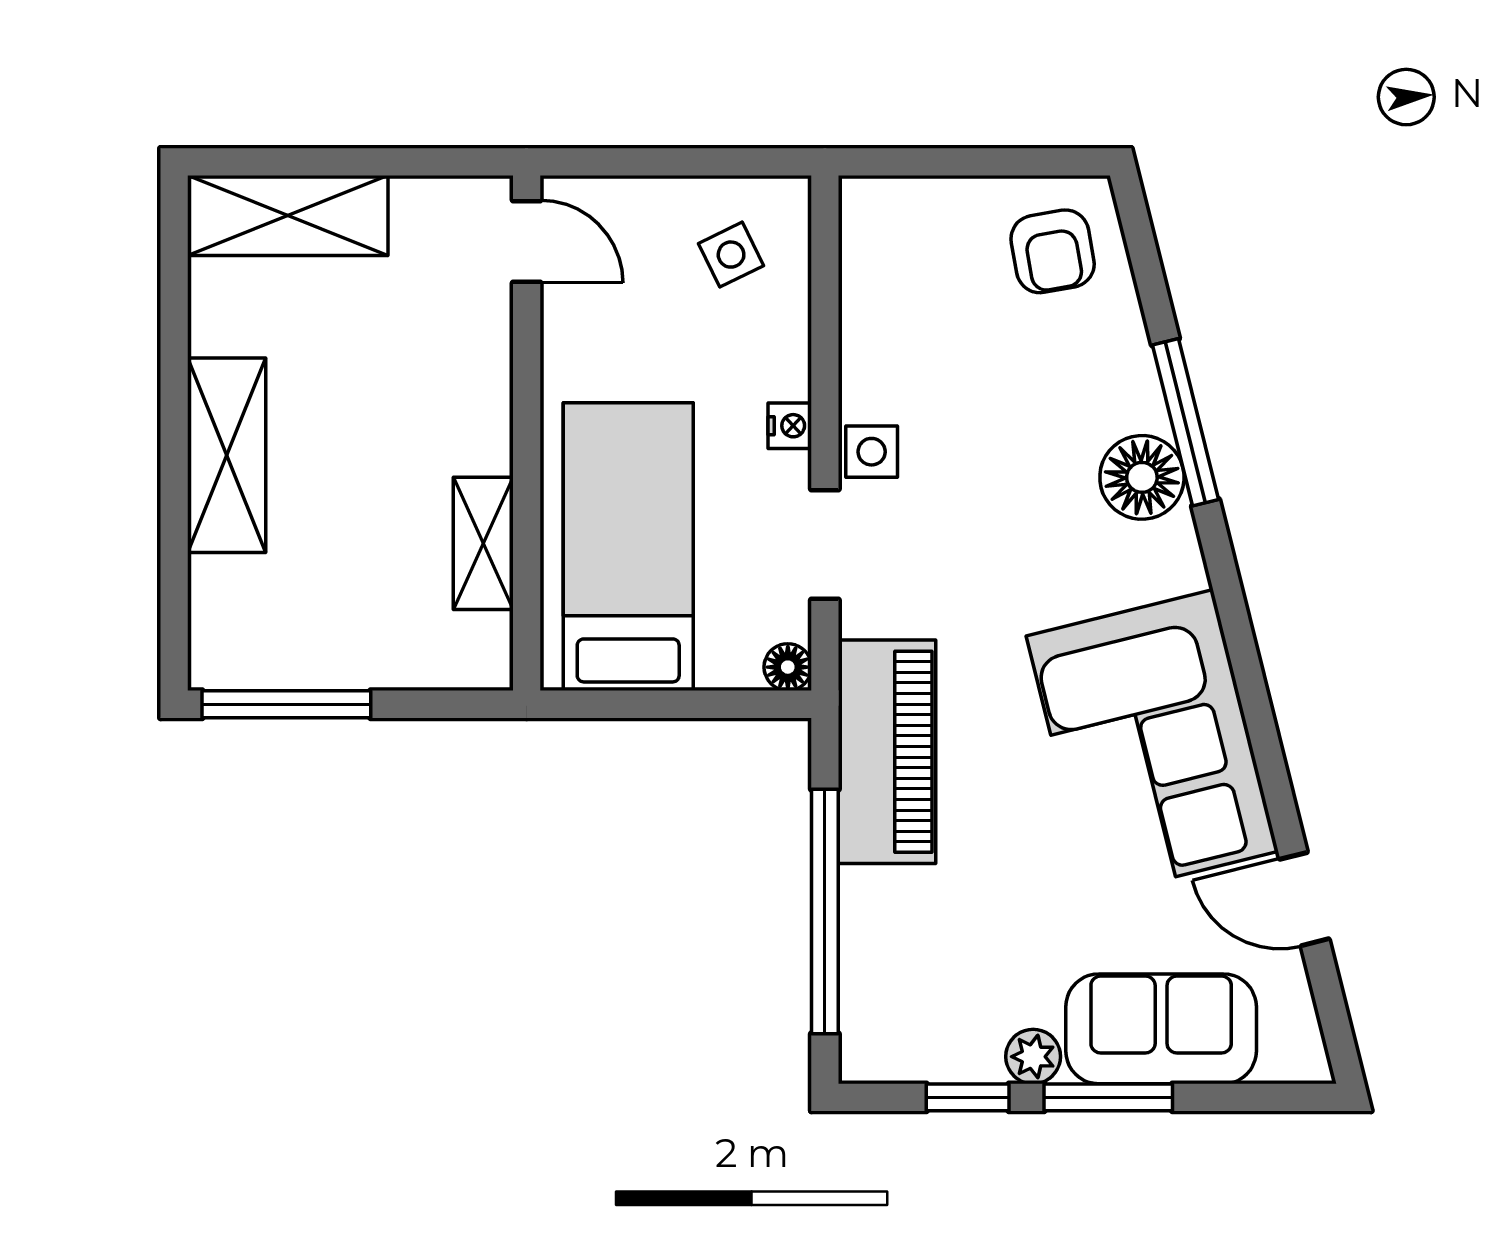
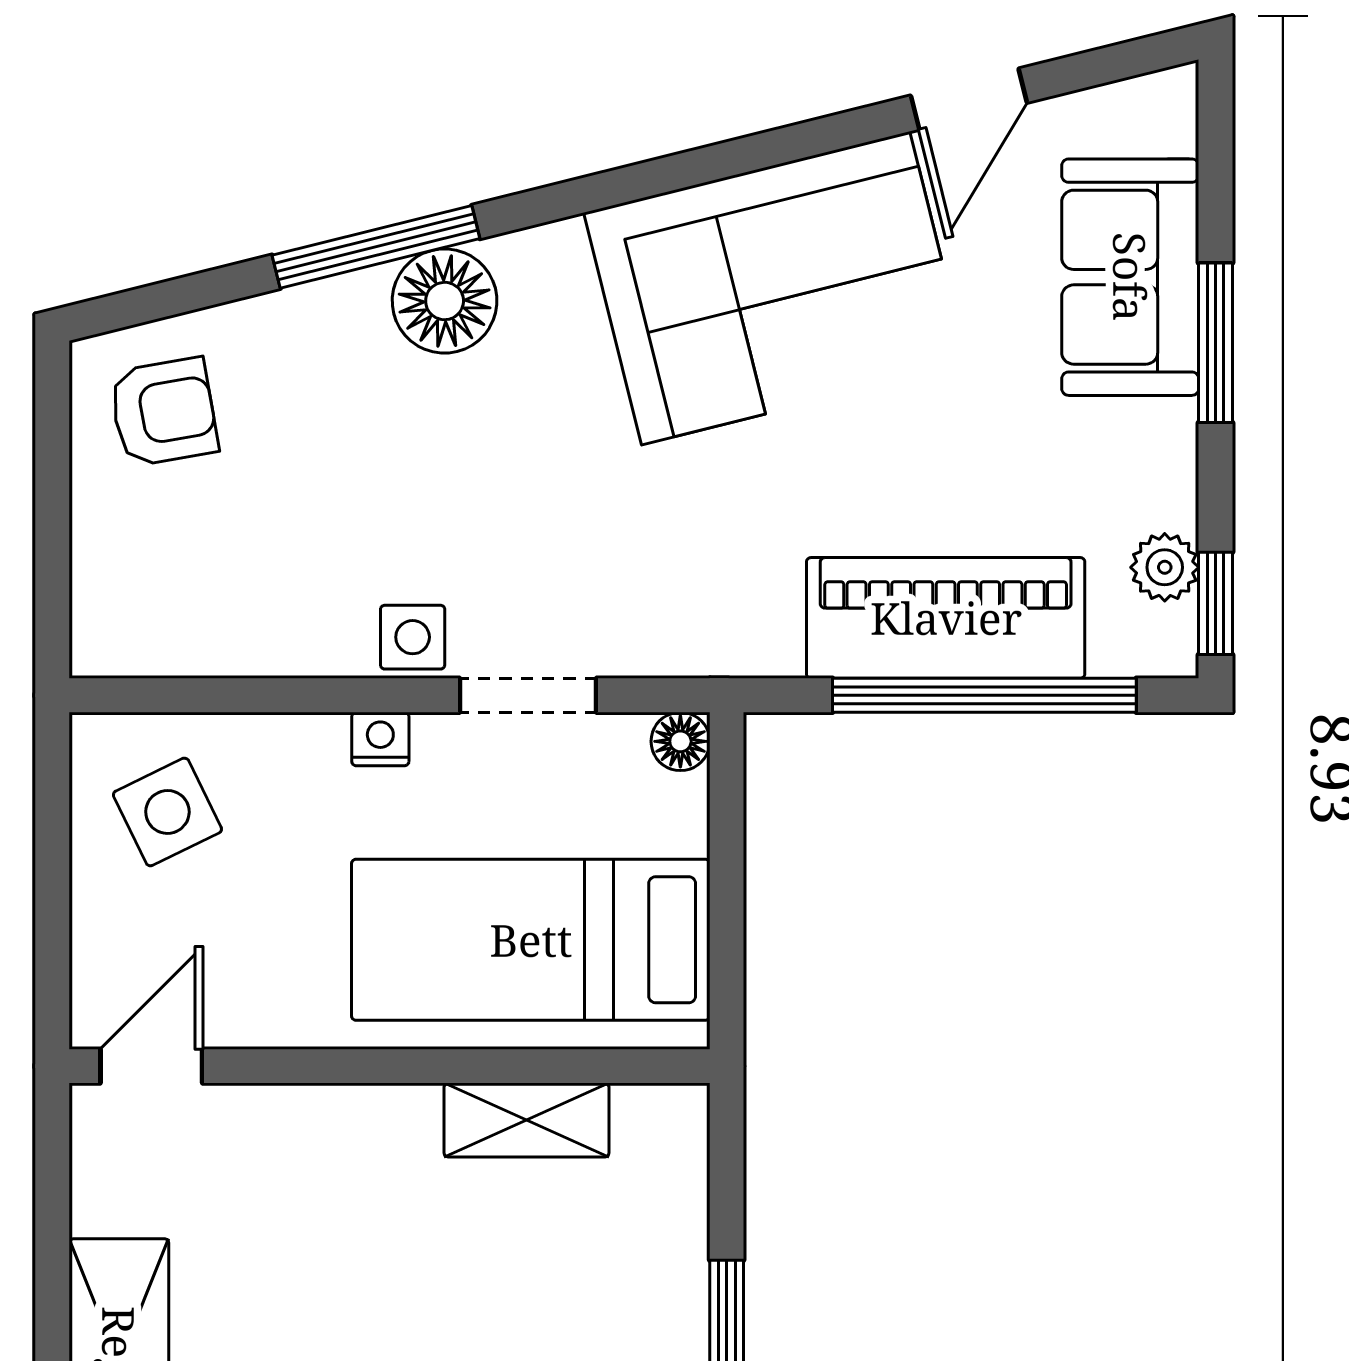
side table: (731, 255) -> (167, 812), width x1.37, depth x1.37
piano: (887, 752) -> (946, 618), moved
plant: (1033, 1057) -> (1165, 567), moved
window: (968, 1097) -> (1216, 603), moved

